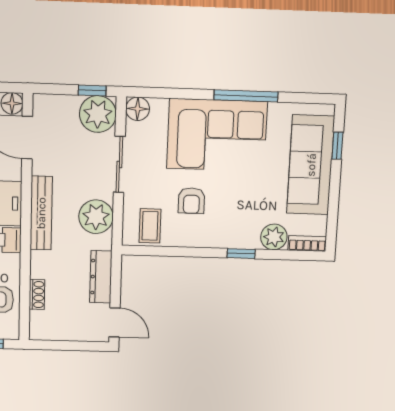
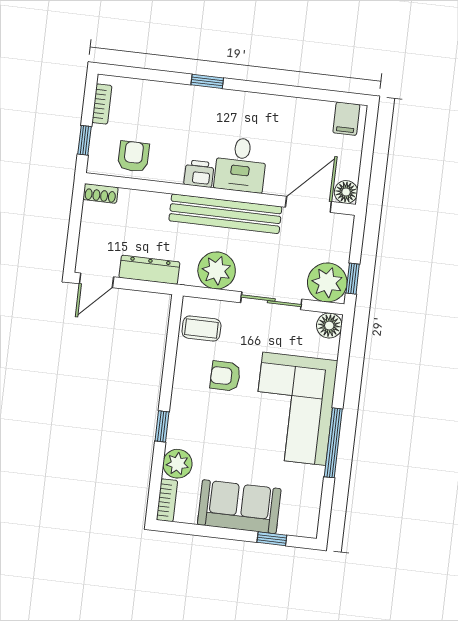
sofa: (311, 165) -> (239, 507), width x0.73
bench: (41, 213) -> (225, 214), width x1.37, depth x1.21
shoe rack: (37, 295) -> (100, 193), moved

